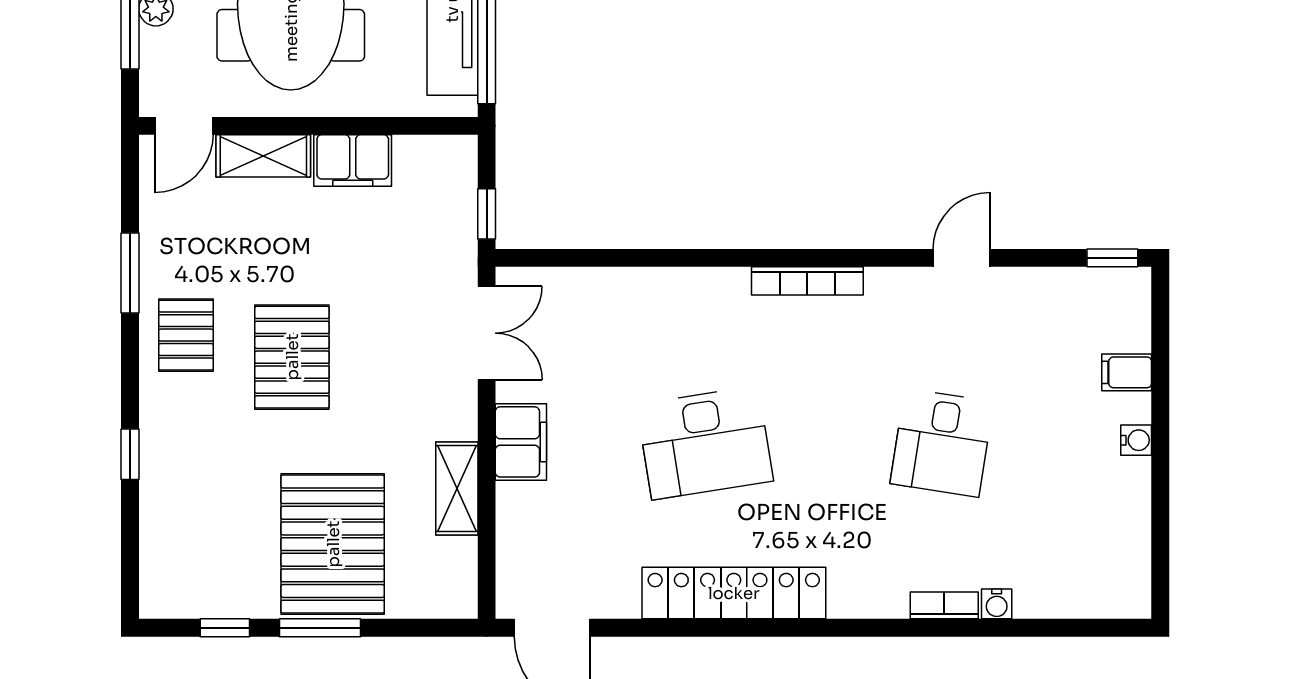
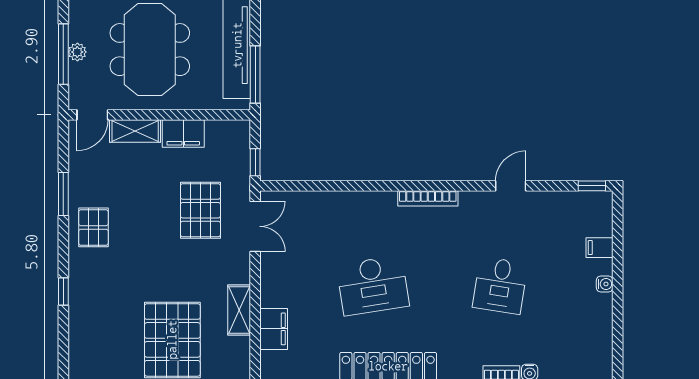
pallet: (292, 357) -> (200, 210), moved
filing cabinet: (521, 442) -> (274, 329), moved

